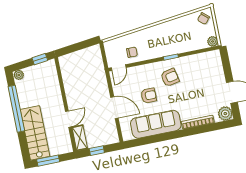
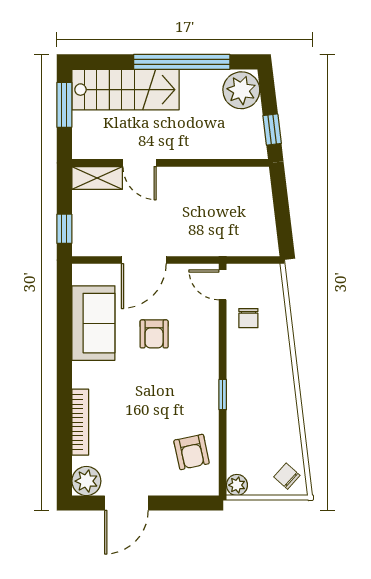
plant: (19, 75) -> (241, 90), width x1.88, depth x1.88
armchair: (170, 77) -> (192, 452), moved
sofa: (156, 124) -> (93, 323), width x0.73
window: (97, 151) -> (64, 229), moved

